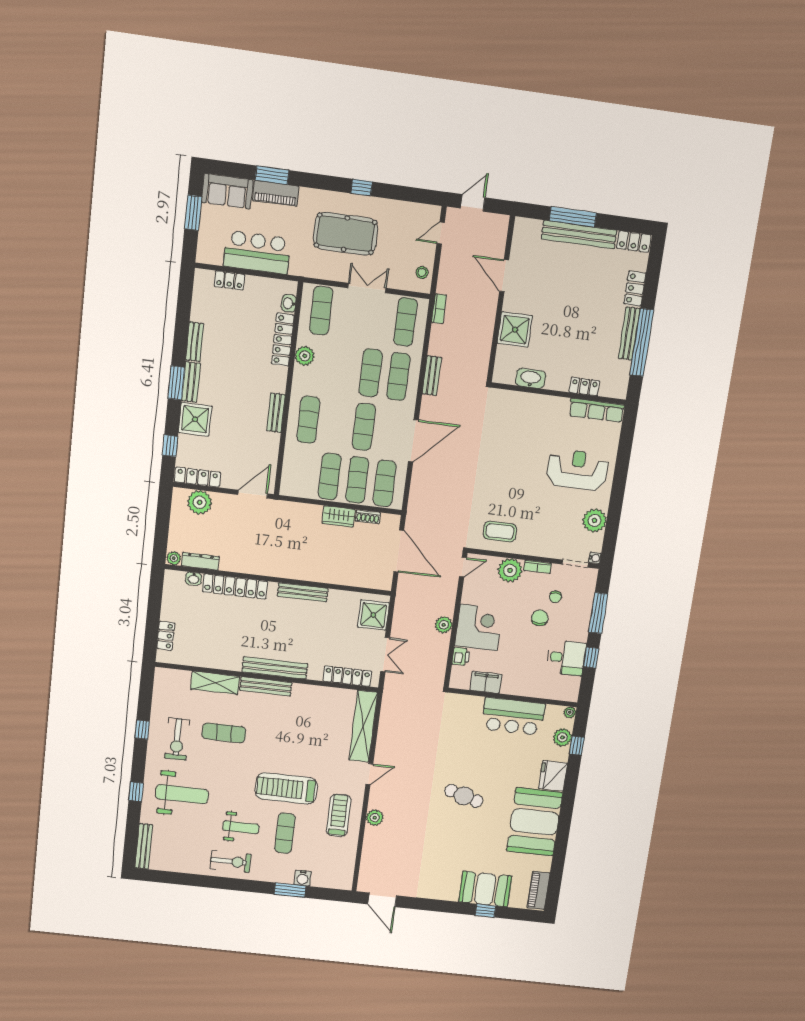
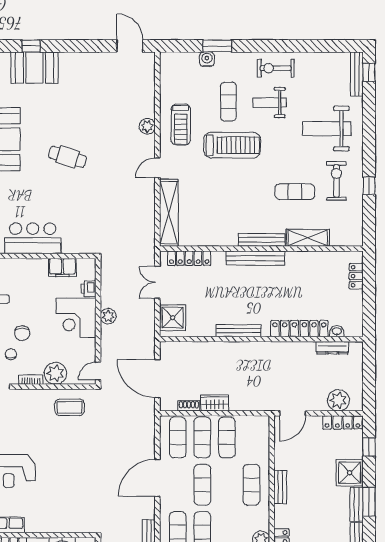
plant: (174, 558) -> (356, 348), removed
window: (136, 792) -> (369, 72), moved

